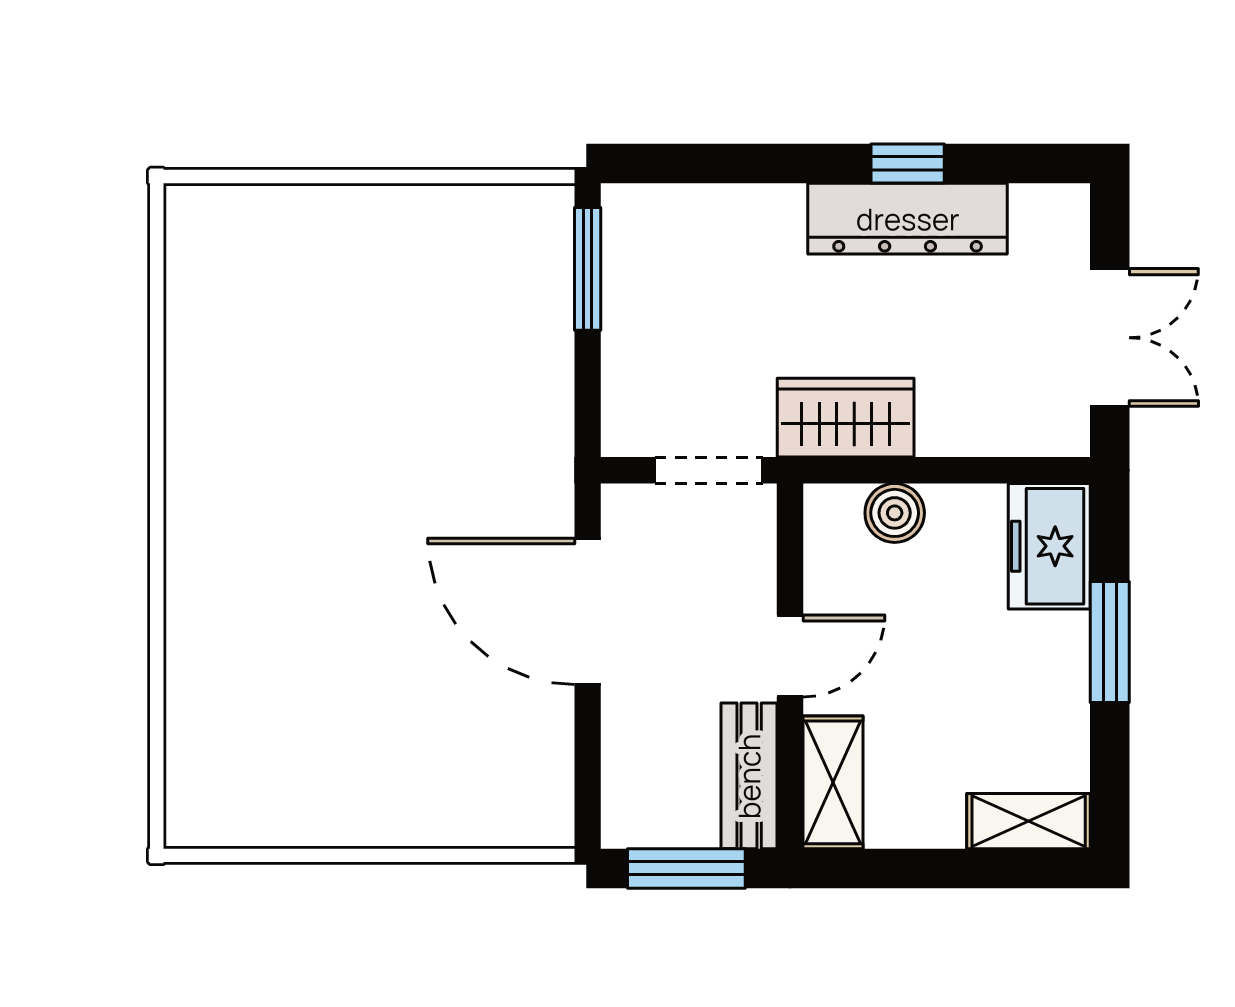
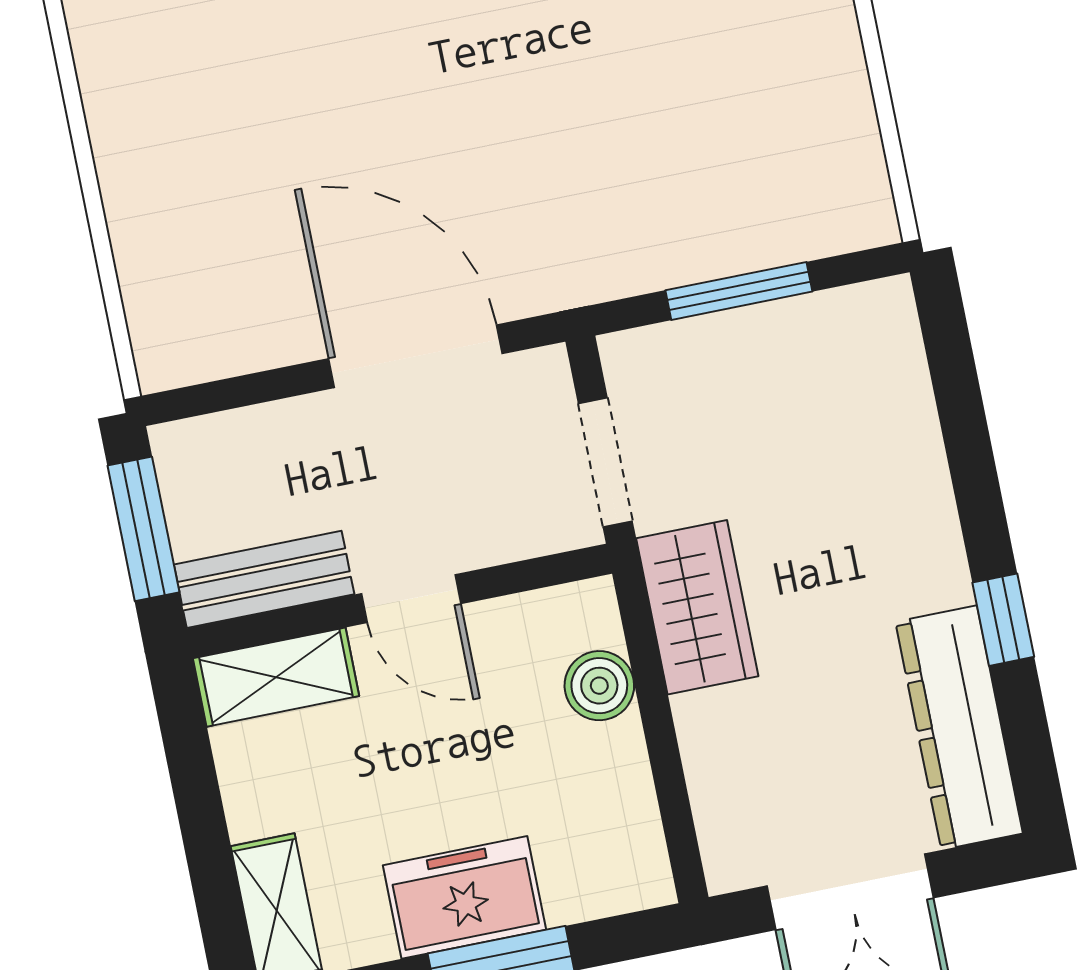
dresser: (908, 219) -> (959, 728), moved
window: (588, 269) -> (739, 291), moved
freezer: (1049, 546) -> (464, 897), moved
door: (588, 611) -> (416, 356), hinge flipped

